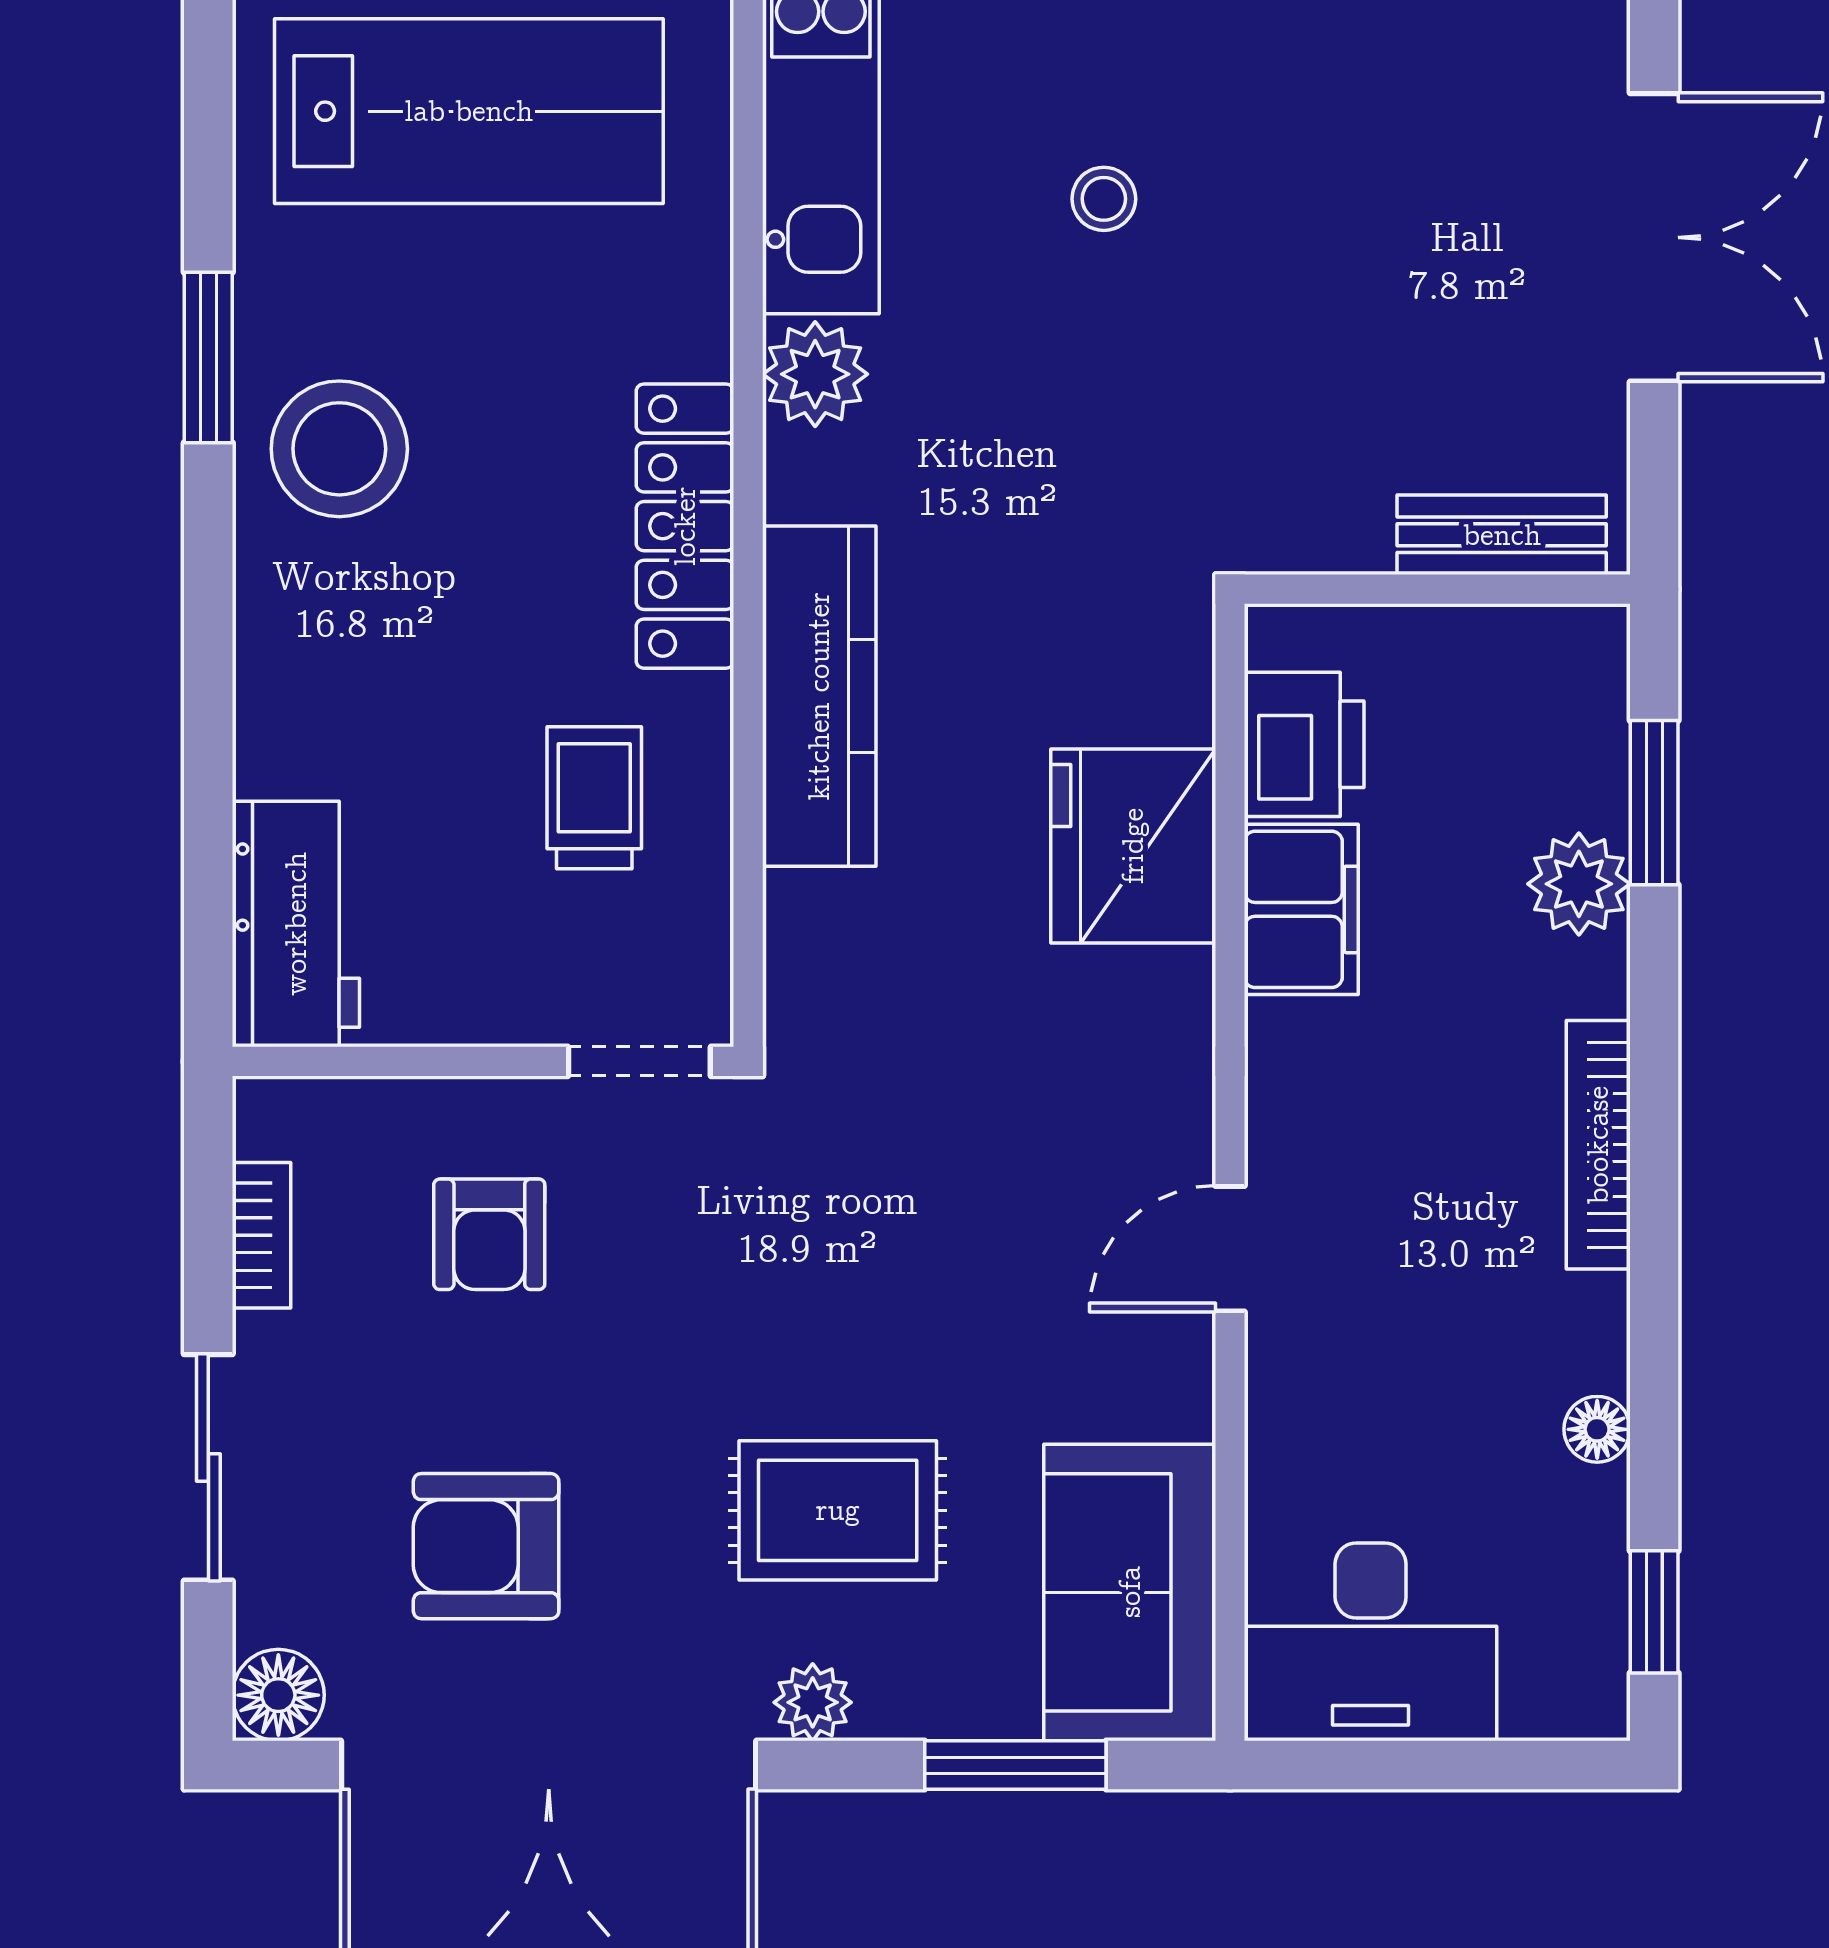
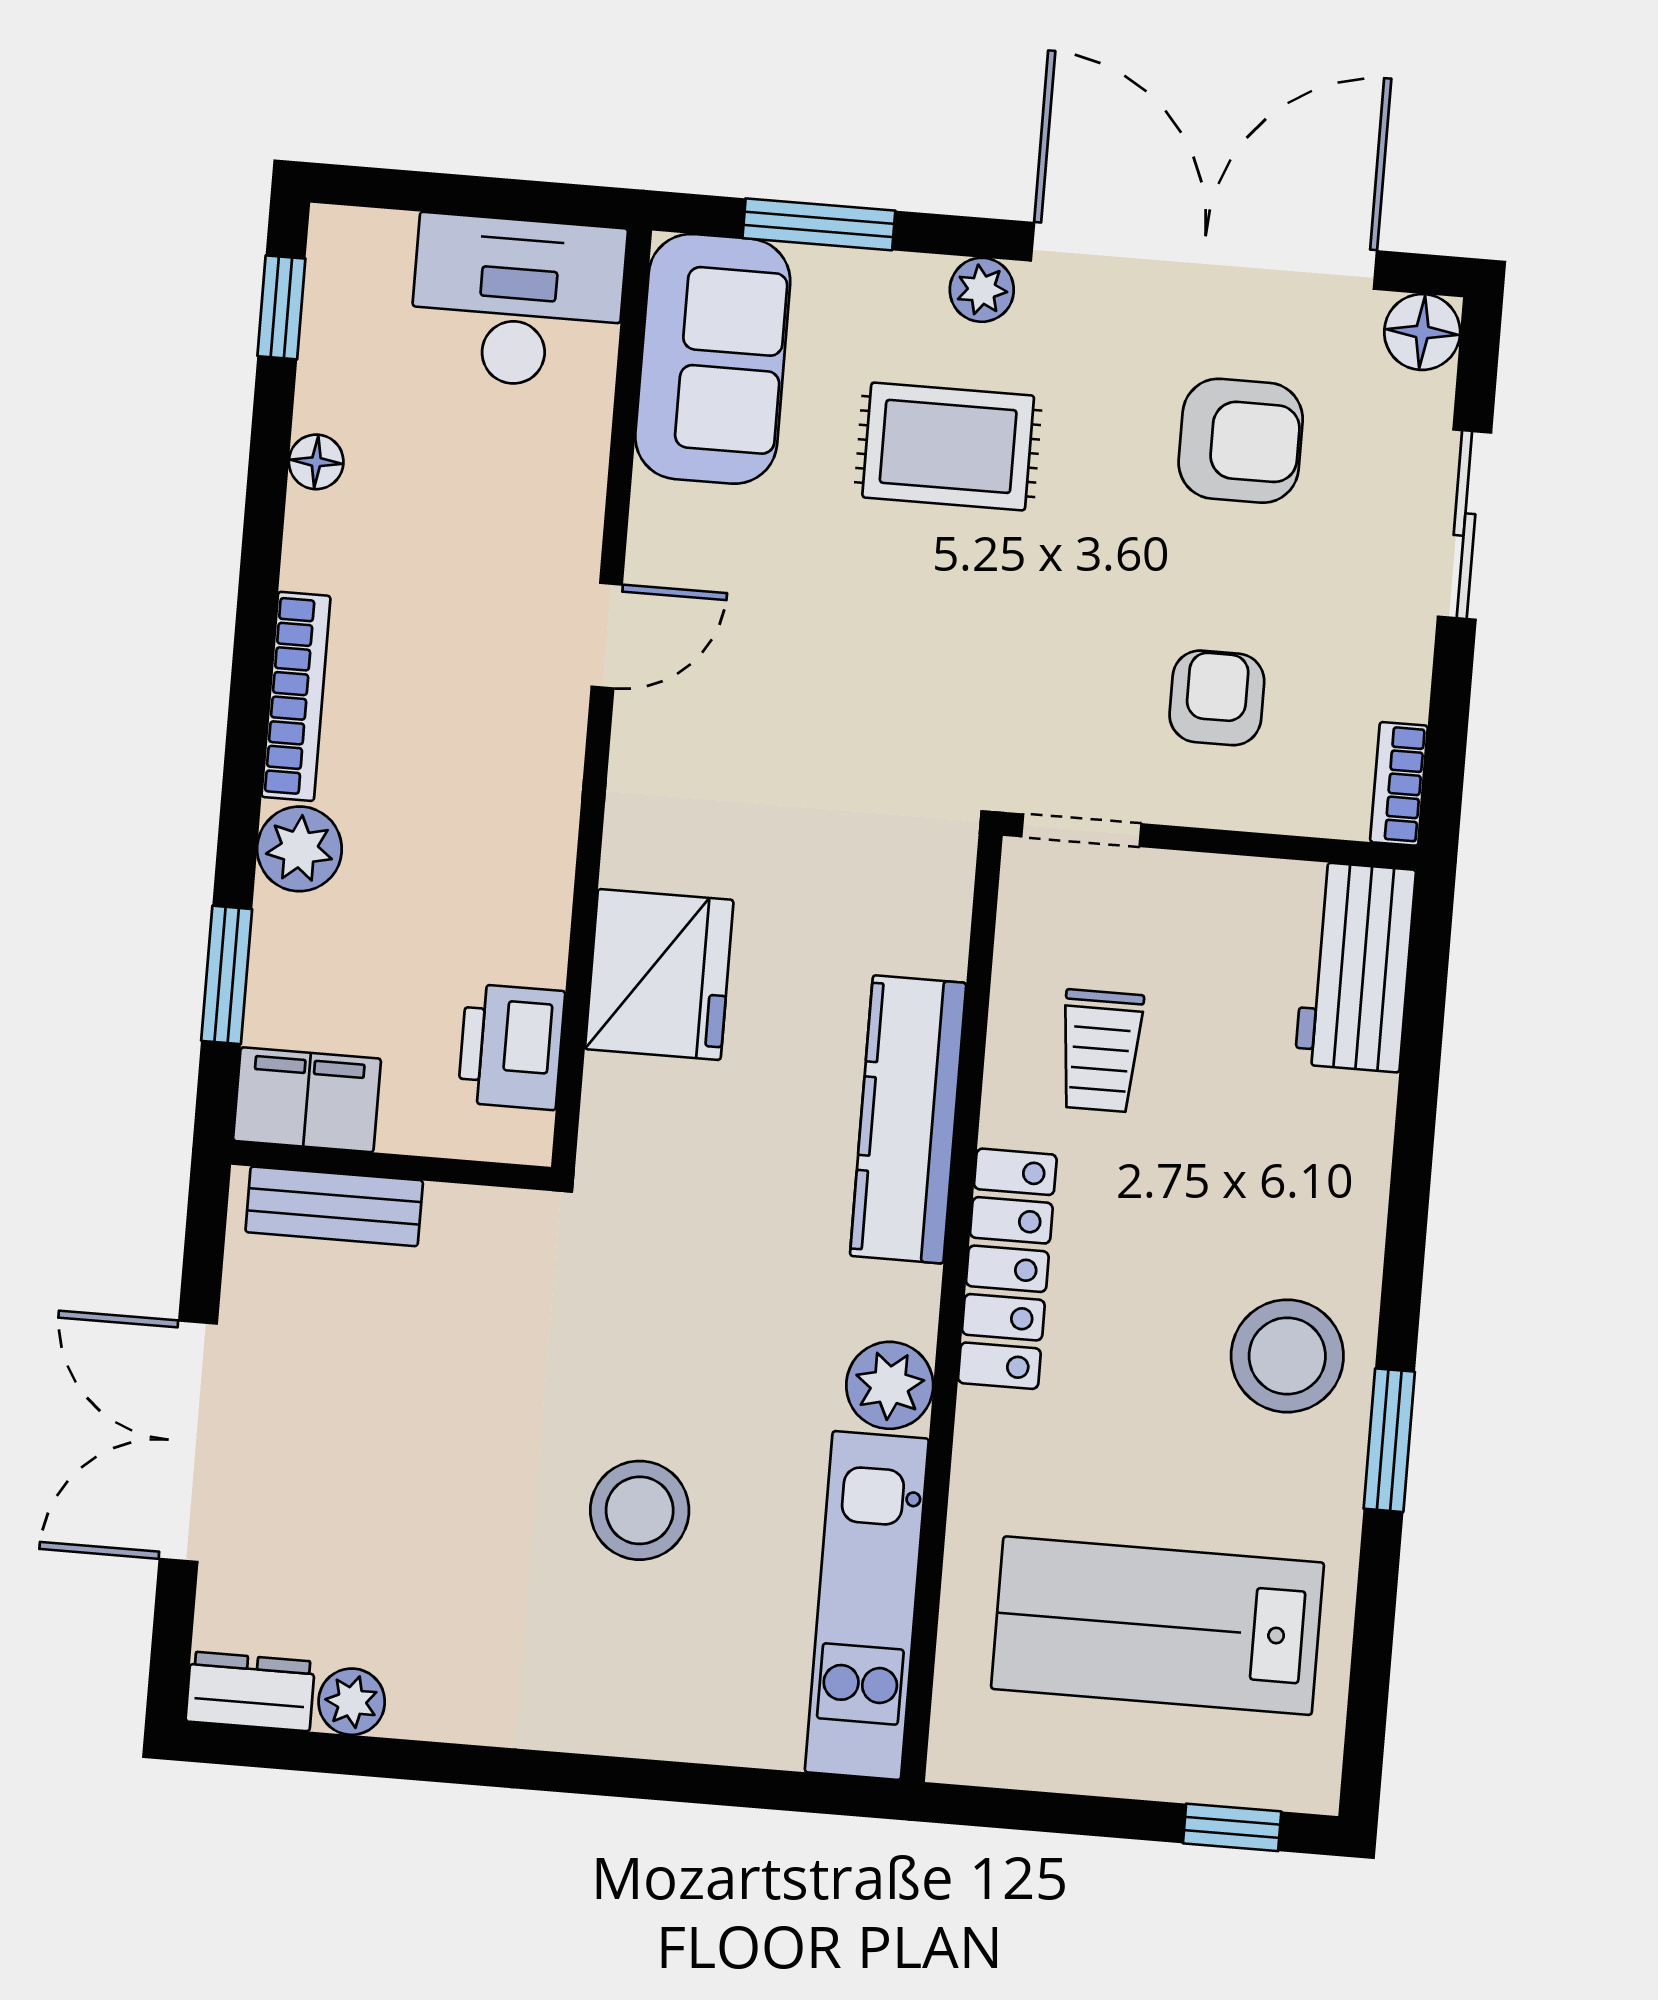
stool: (1104, 199) -> (640, 1510), width x1.89, depth x1.89
plant: (1579, 884) -> (299, 849), moved
filing cabinet: (1301, 909) -> (307, 1100), moved, turned 90
bookcase: (262, 1235) -> (1399, 784), moved

